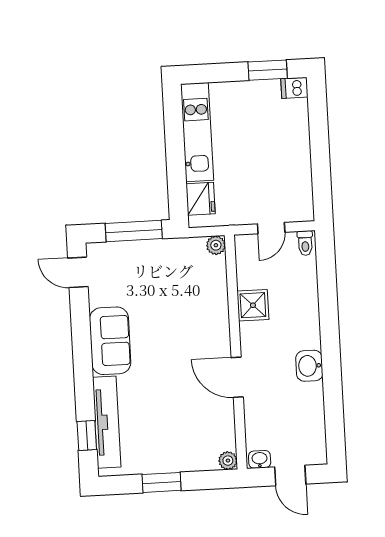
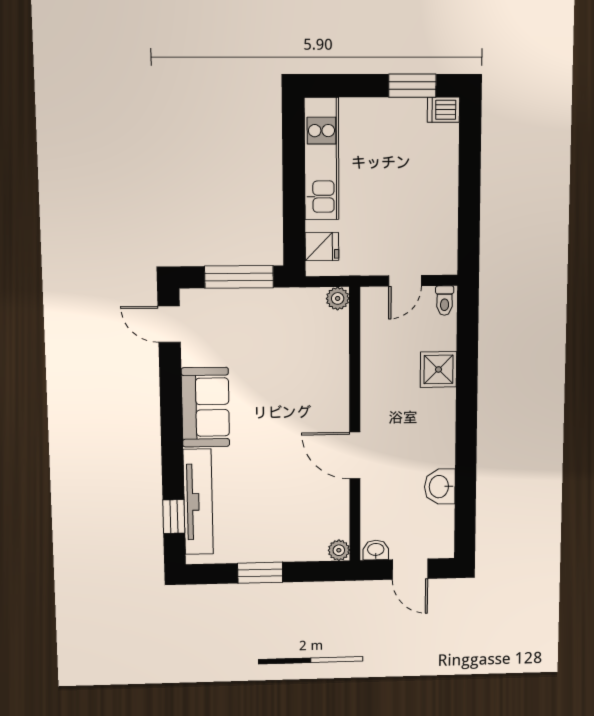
fridge: (201, 199) -> (322, 247), width x0.72
shower: (253, 305) -> (438, 369), moved
washbasin: (309, 366) -> (440, 487), moved

